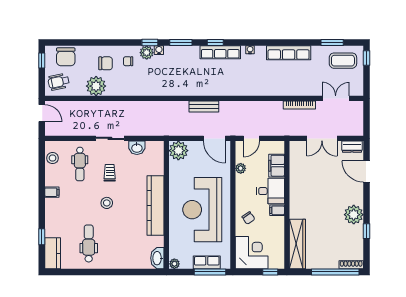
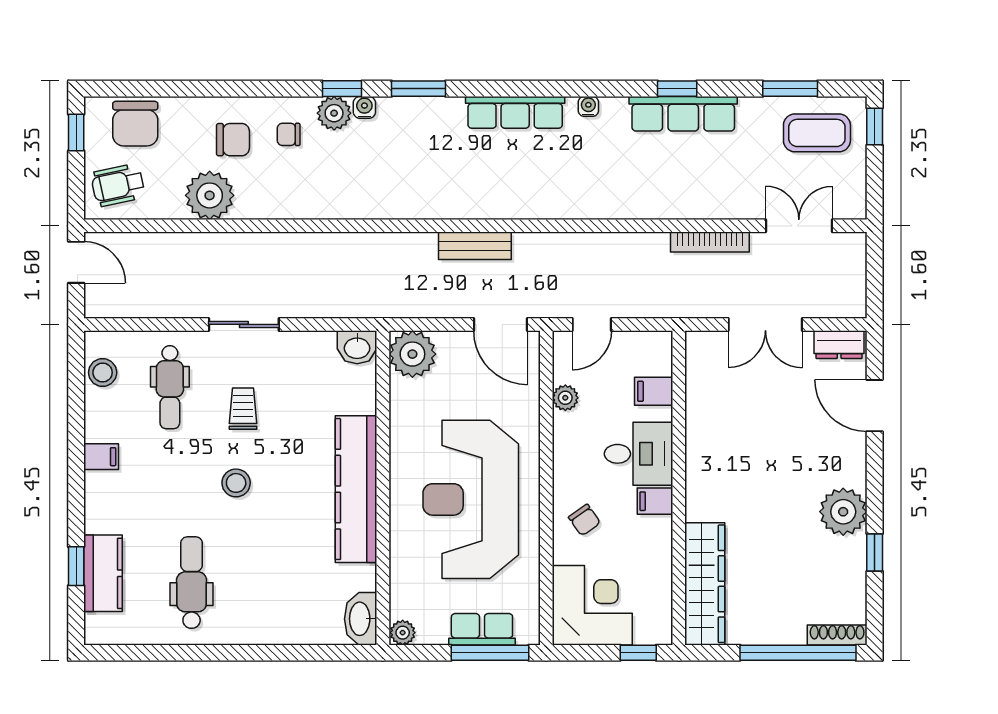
window: (215, 43) -> (677, 89), moved
washbasin: (137, 148) -> (357, 347), moved
filing cabinet: (277, 166) -> (654, 391), width x0.50
kitchen counter: (53, 253) -> (103, 573), moved

